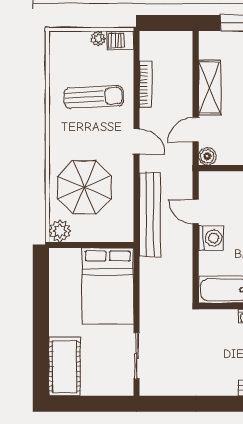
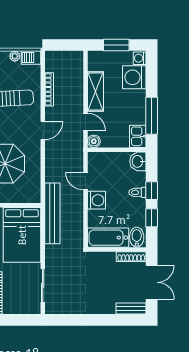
door: (196, 130) -> (85, 122), swing flipped
door: (137, 141) -> (43, 130), hinge flipped
bench: (150, 215) -> (52, 213), moved

